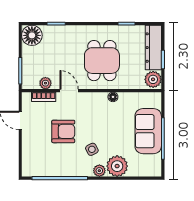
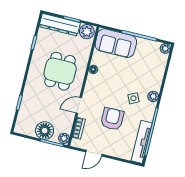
floor lamp: (32, 35) -> (45, 131), moved
dining table: (102, 61) -> (60, 71), turned 90
plant: (45, 83) -> (64, 138), moved
sofa: (148, 131) -> (116, 43), moved
plant: (117, 166) -> (165, 49), moved, width x0.53, depth x0.53
tv unit: (46, 170) -> (142, 142), added

